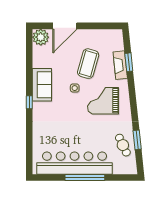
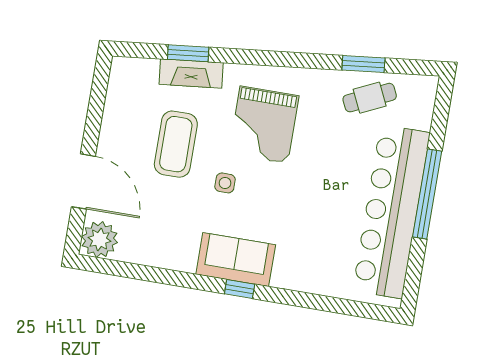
coffee table: (88, 64) -> (176, 144), turned 74
sofa: (42, 85) -> (236, 260), moved

